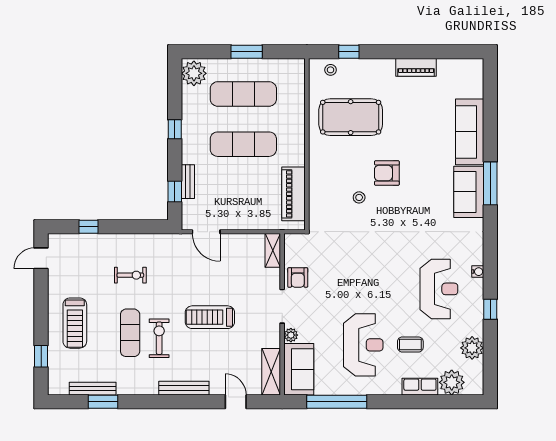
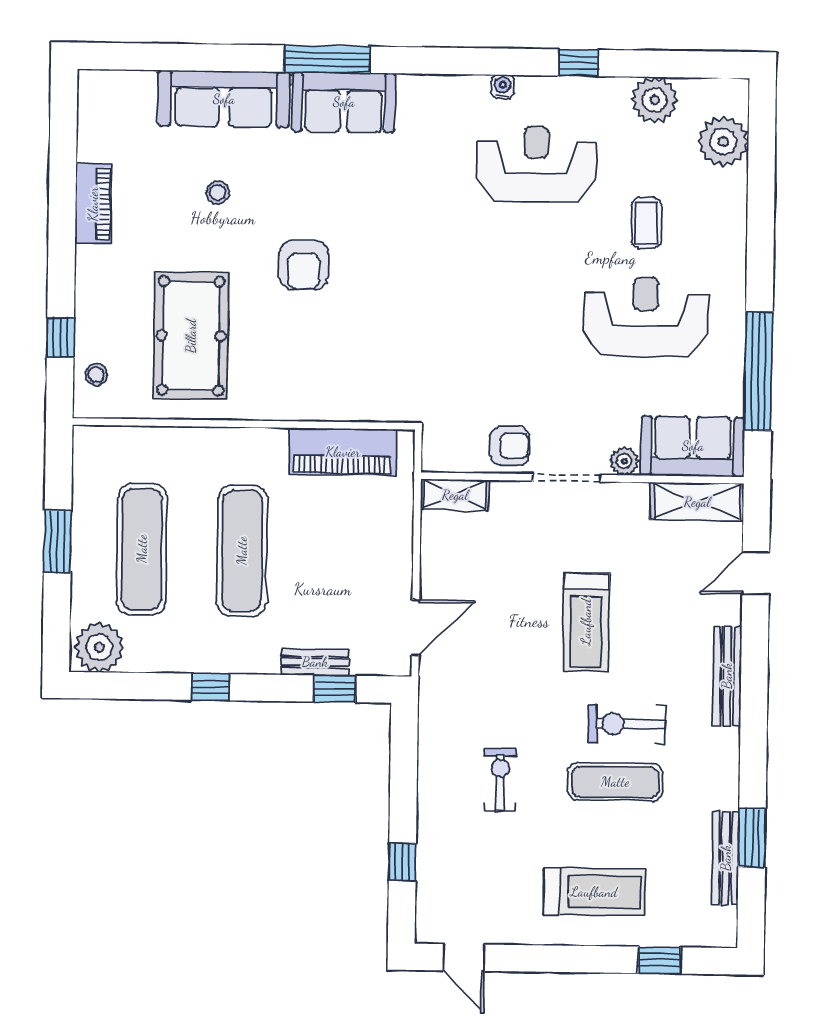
stool: (359, 197) -> (218, 193), moved
row of seats: (420, 387) -> (731, 205), removed

